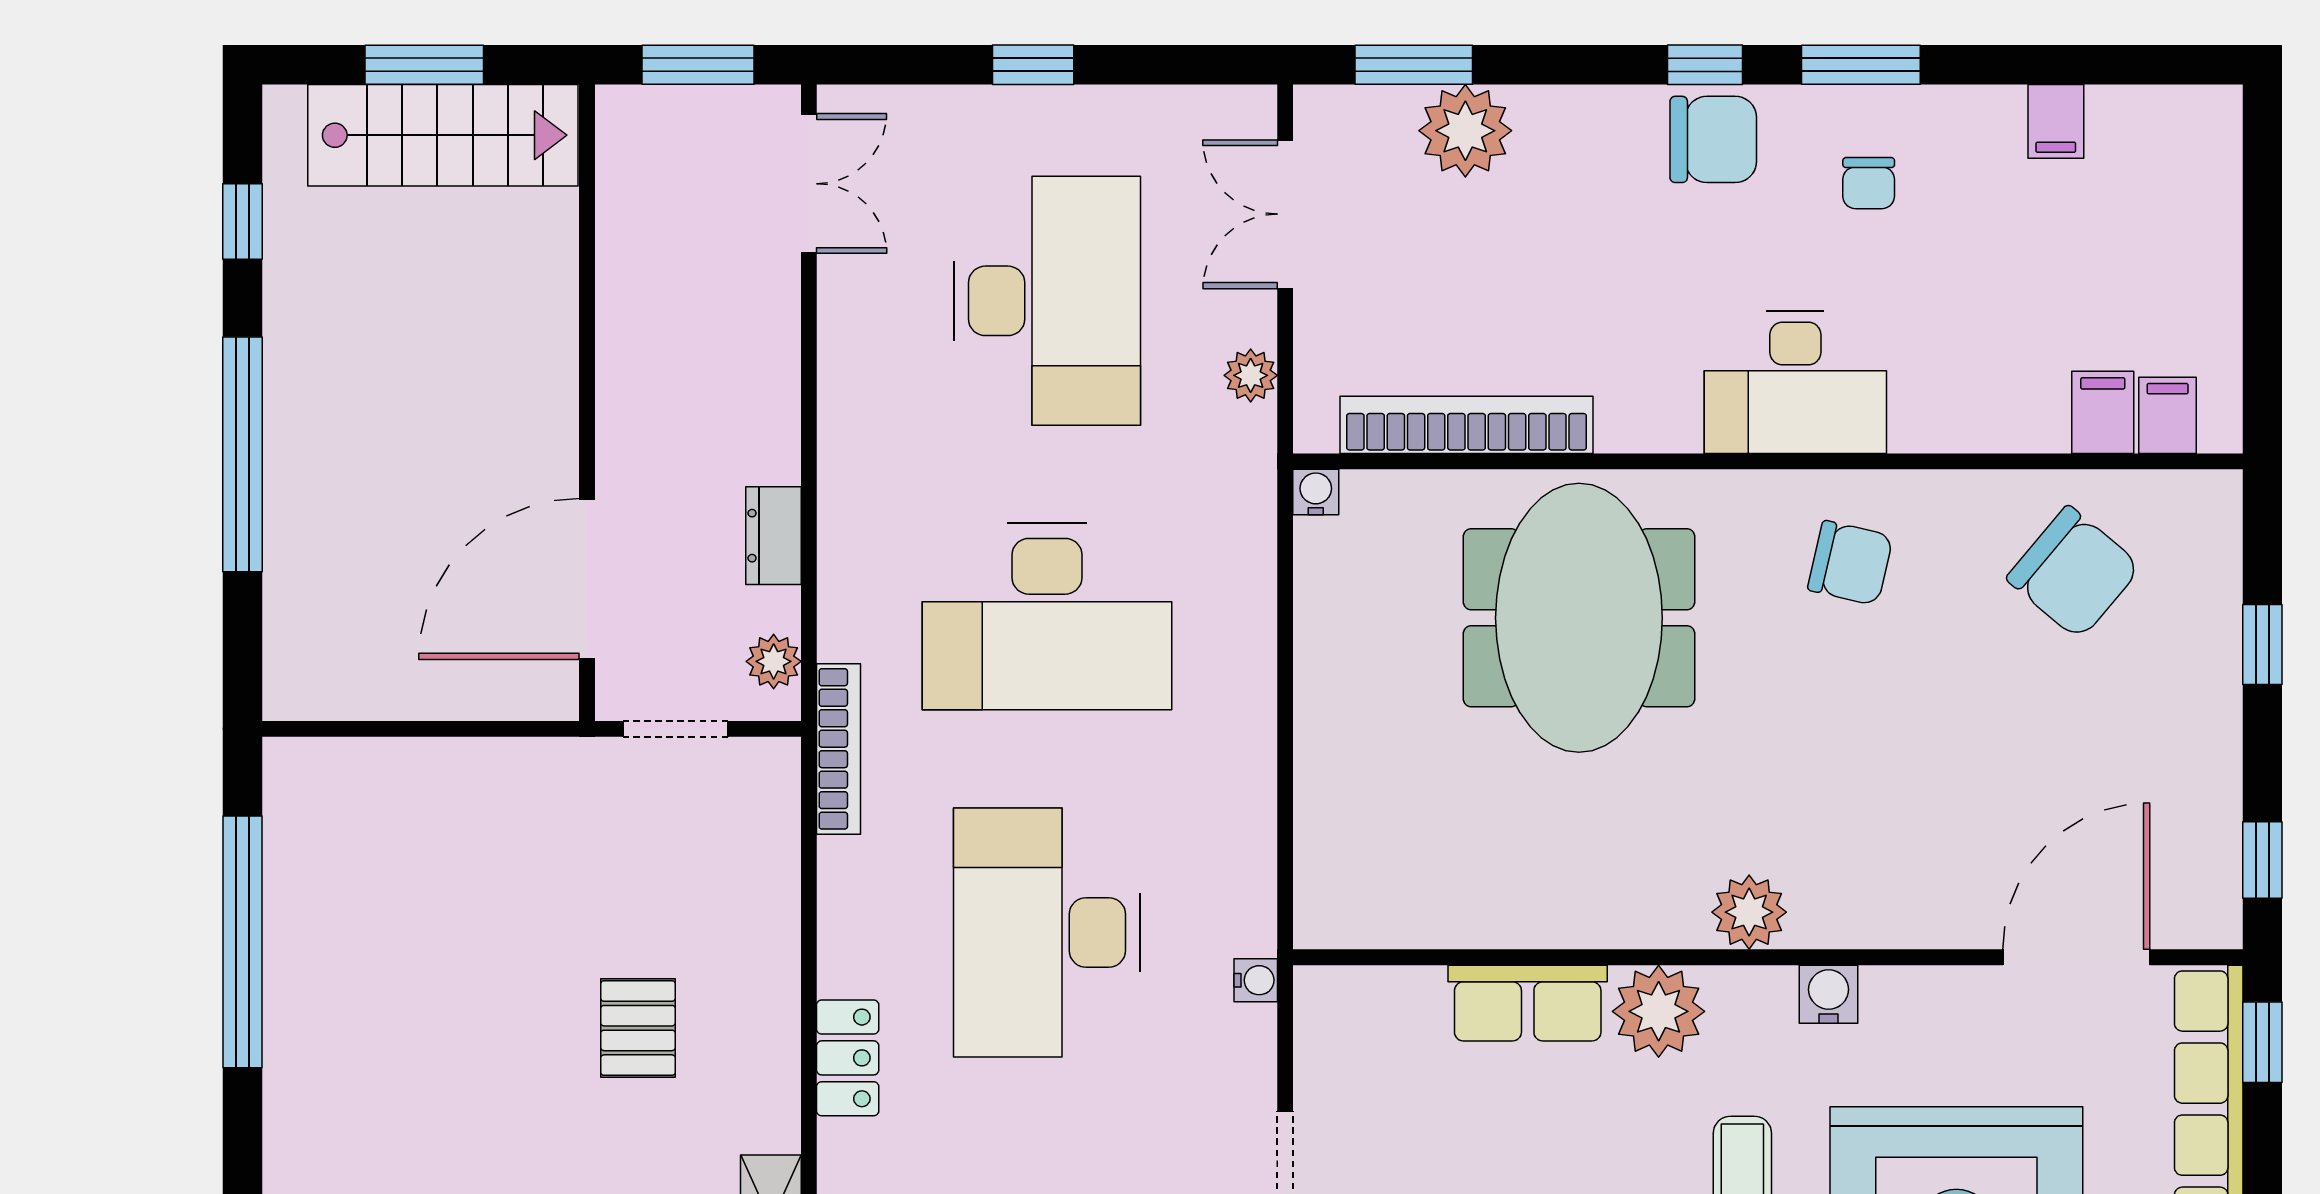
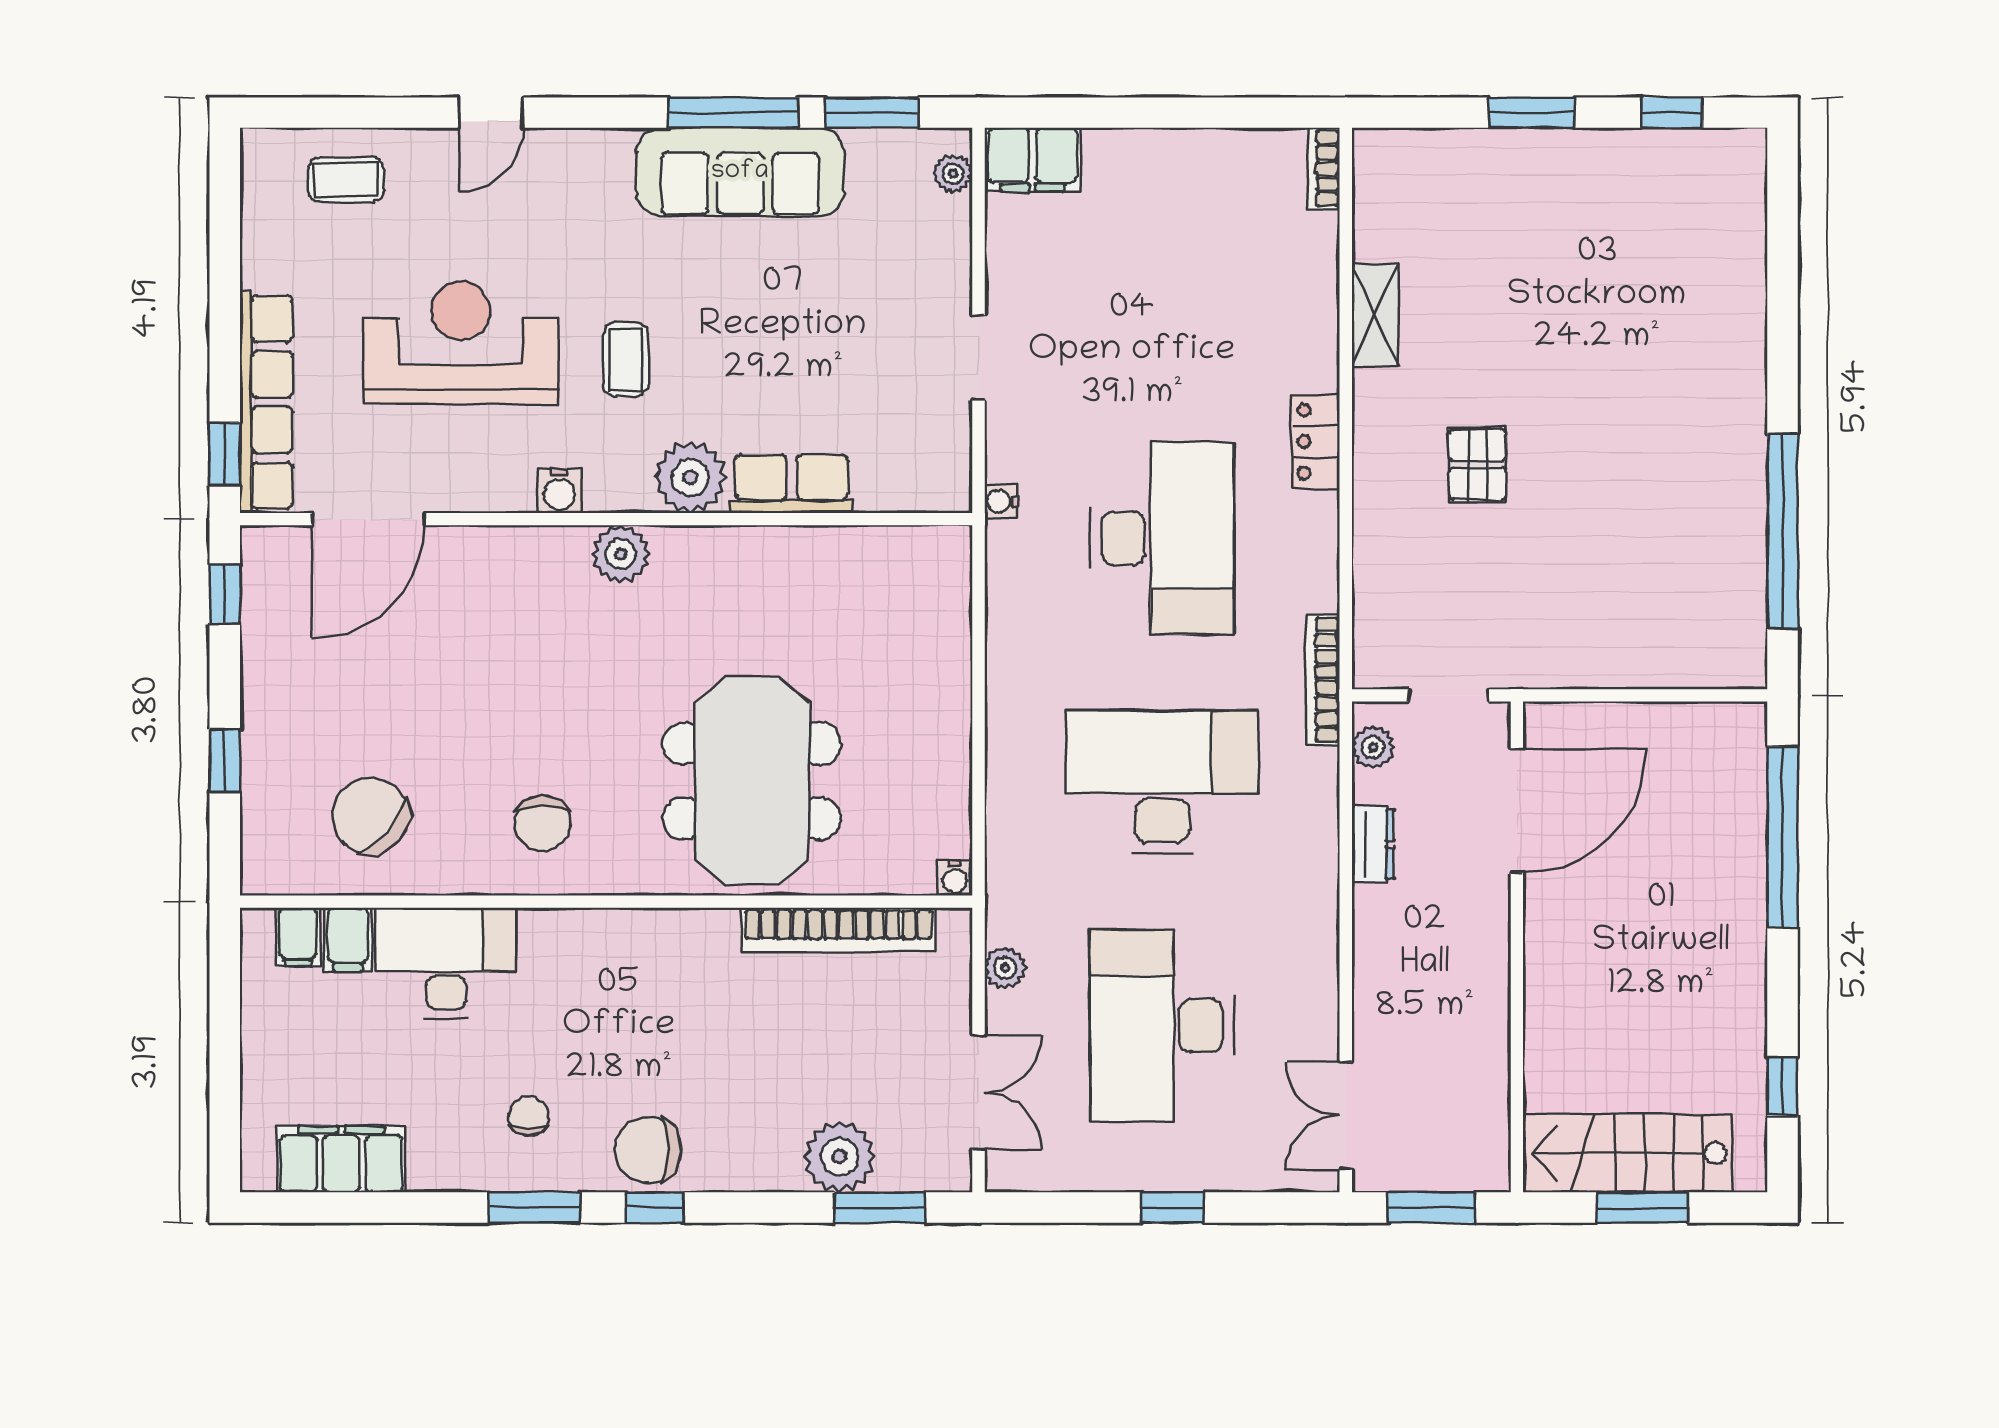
filing cabinet: (2056, 121) -> (341, 1159), width x3.00, depth x1.17
desk: (1795, 382) -> (446, 963), moved
window: (243, 454) -> (1783, 837), moved
chair: (1850, 563) -> (543, 823), turned -103

